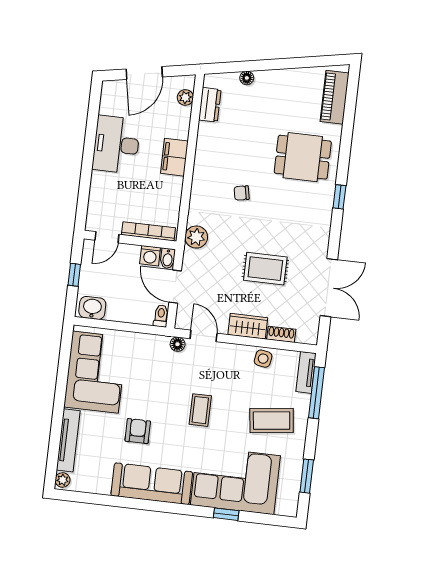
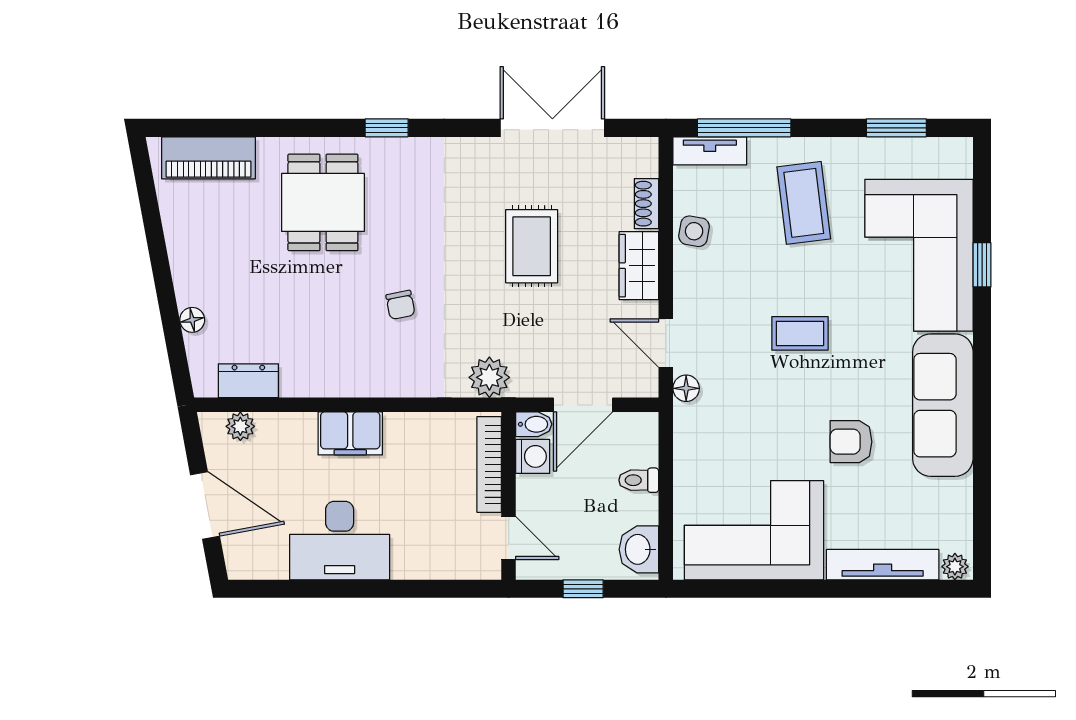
toilet: (161, 316) -> (639, 480), moved
door: (204, 336) -> (666, 343), hinge flipped

